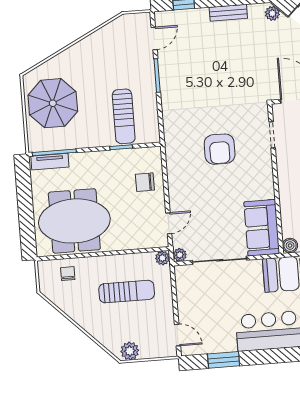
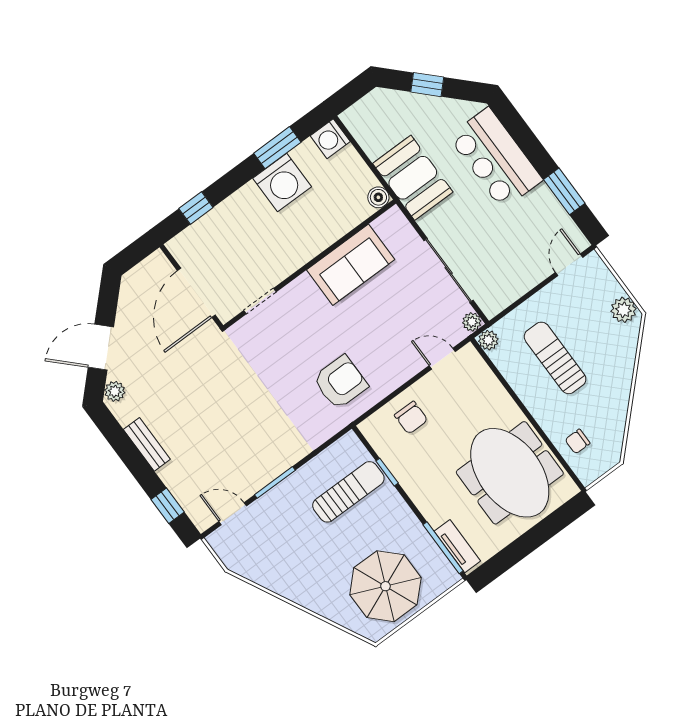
armchair: (220, 149) -> (340, 382), moved
sofa: (262, 228) -> (351, 265), moved

